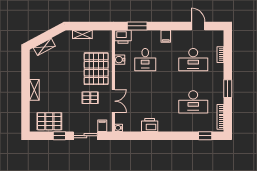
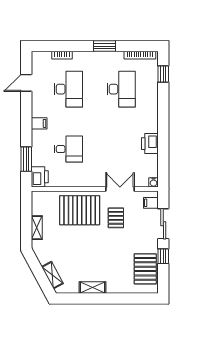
water cooler: (120, 60) -> (68, 181), removed
shelving: (34, 90) -> (93, 287), moved

